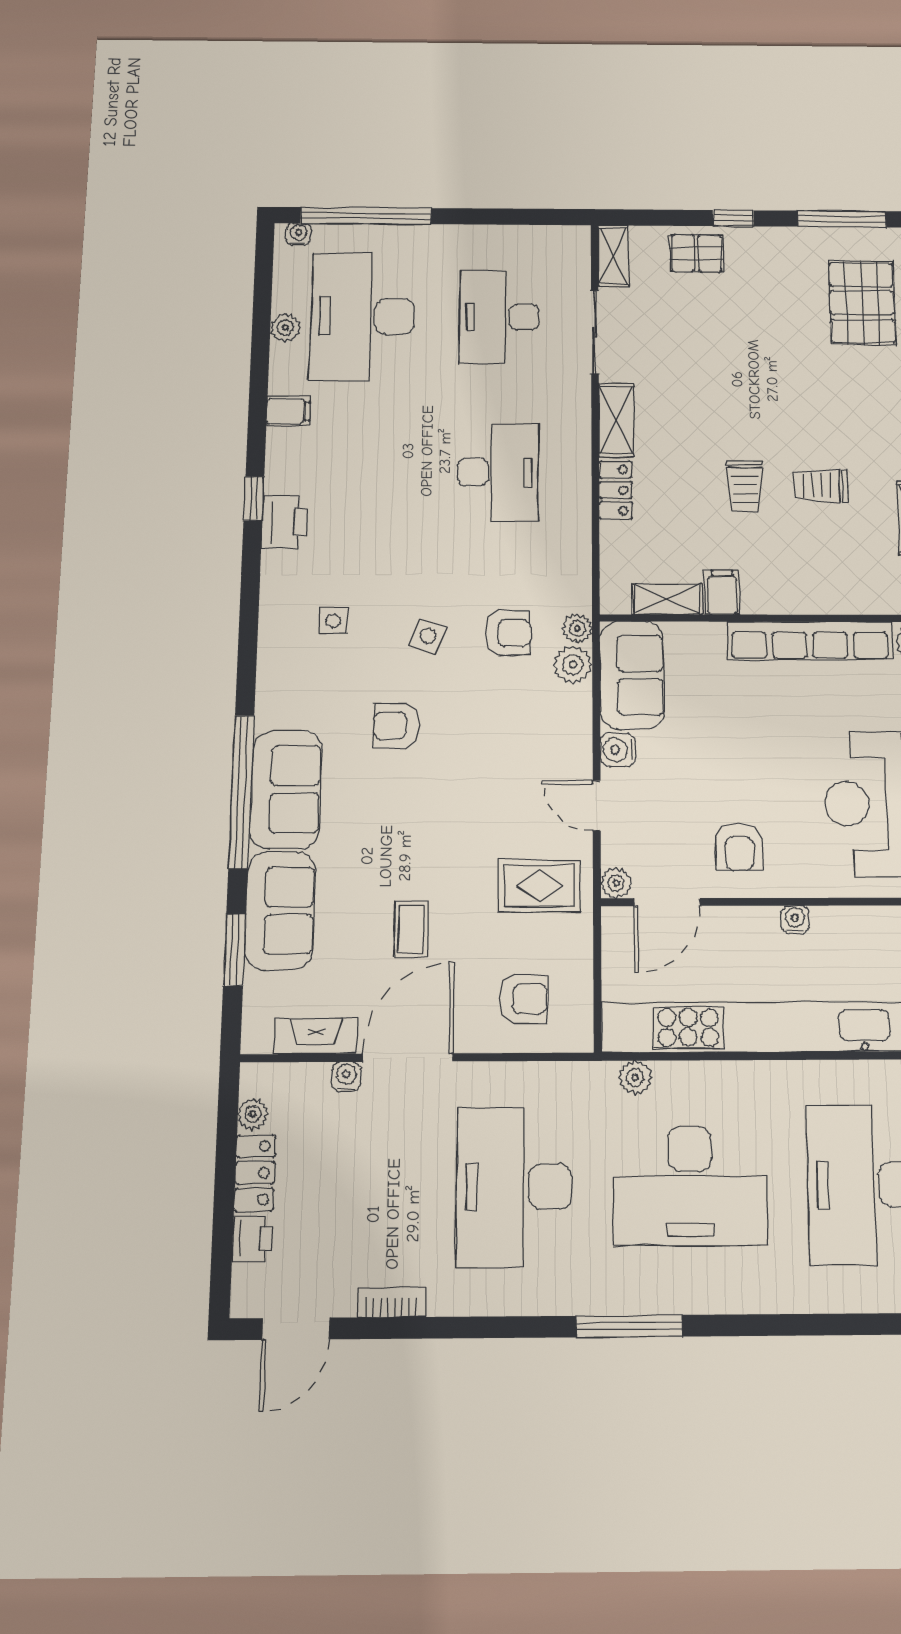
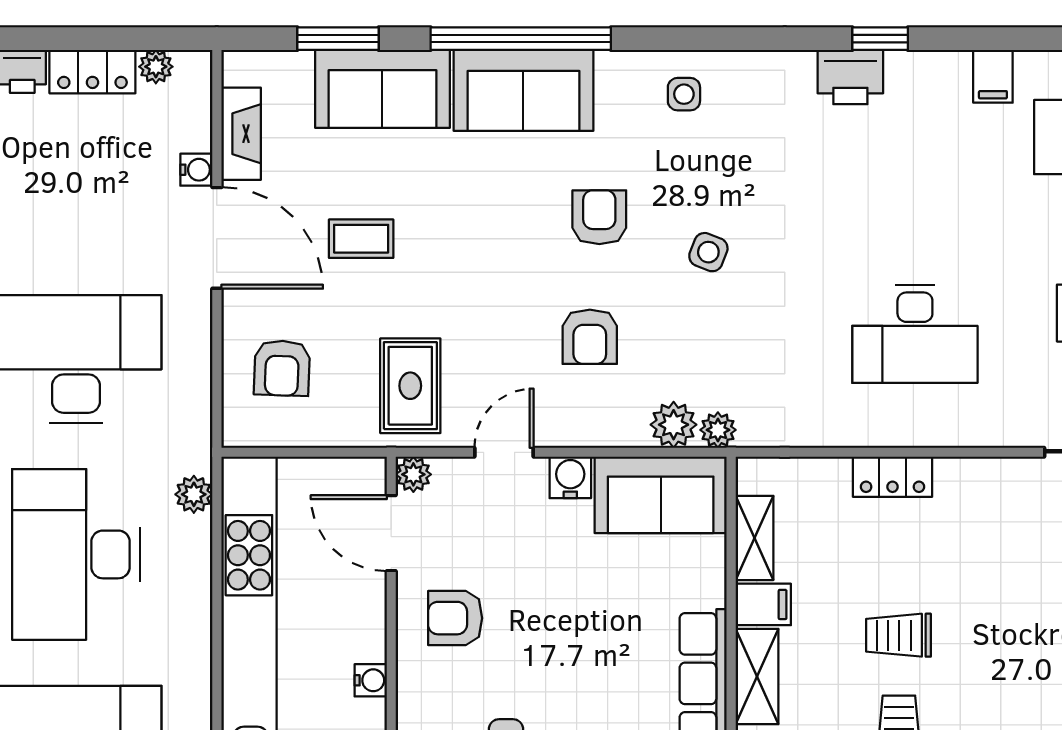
shelving: (616, 420) -> (757, 676), moved, turned 90
side table: (333, 621) -> (684, 94), moved
armchair: (508, 633) -> (590, 337), moved

